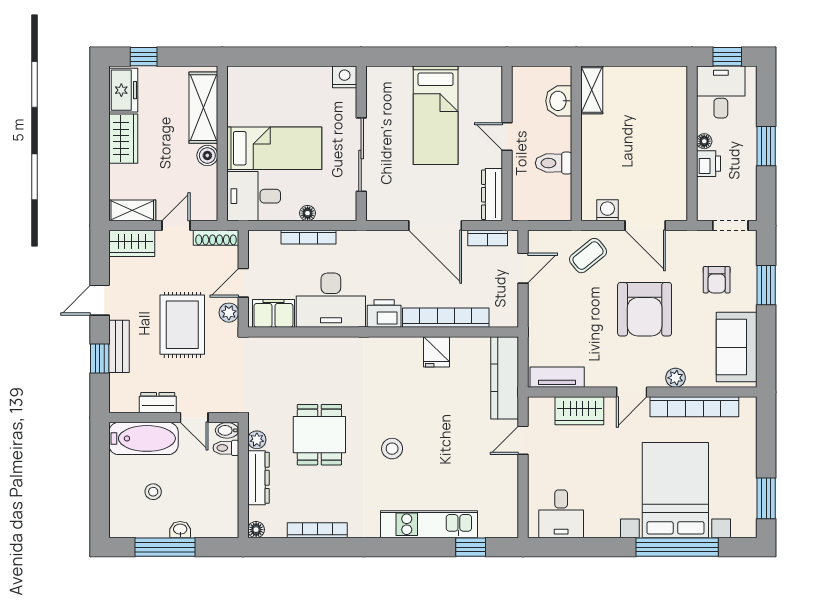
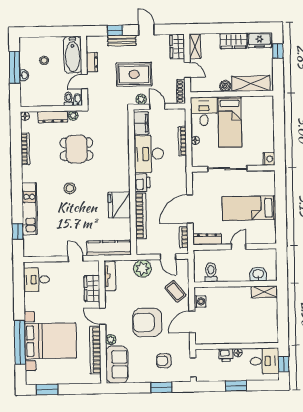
toilet: (554, 163) -> (211, 272), moved
plant: (544, 316) -> (142, 268), added
sofa: (737, 347) -> (117, 364), moved, turned 90
fridge: (437, 352) -> (119, 205), width x1.88, depth x1.34

